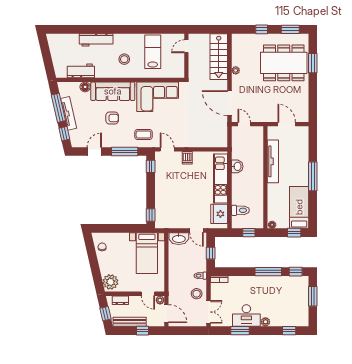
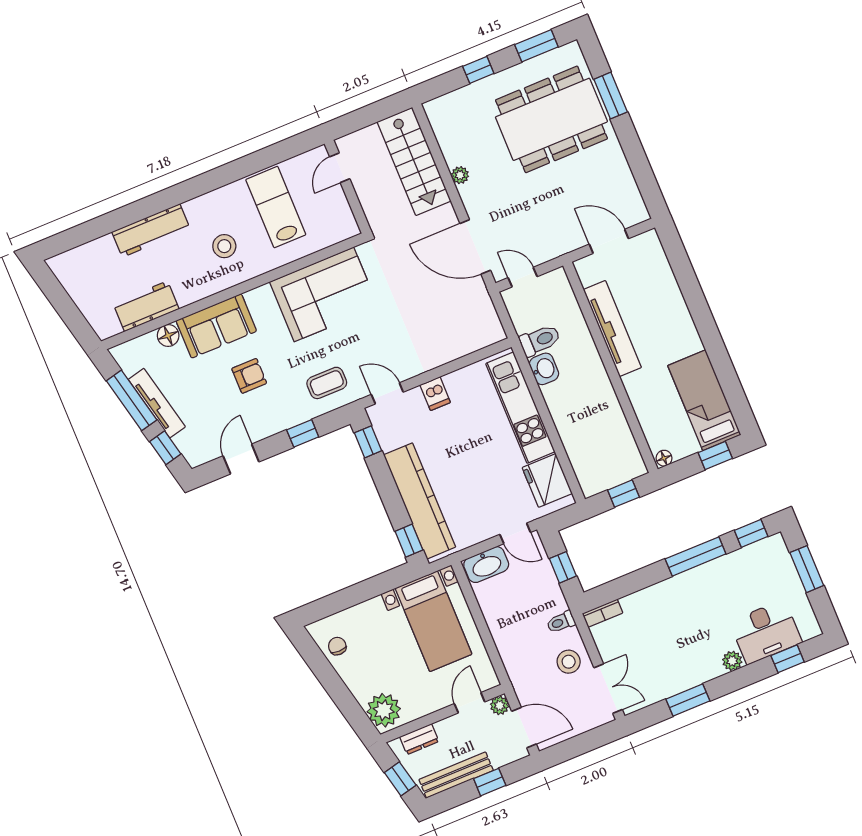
sofa: (113, 91) -> (216, 326), width x0.73
window: (125, 151) -> (303, 433), width x0.46
window: (313, 176) -> (706, 326), removed
kitchen counter: (162, 200) -> (420, 501), added
toilet: (240, 210) -> (540, 340), moved
door: (148, 294) -> (470, 703), swing flipped
desk: (246, 316) -> (766, 632), moved

